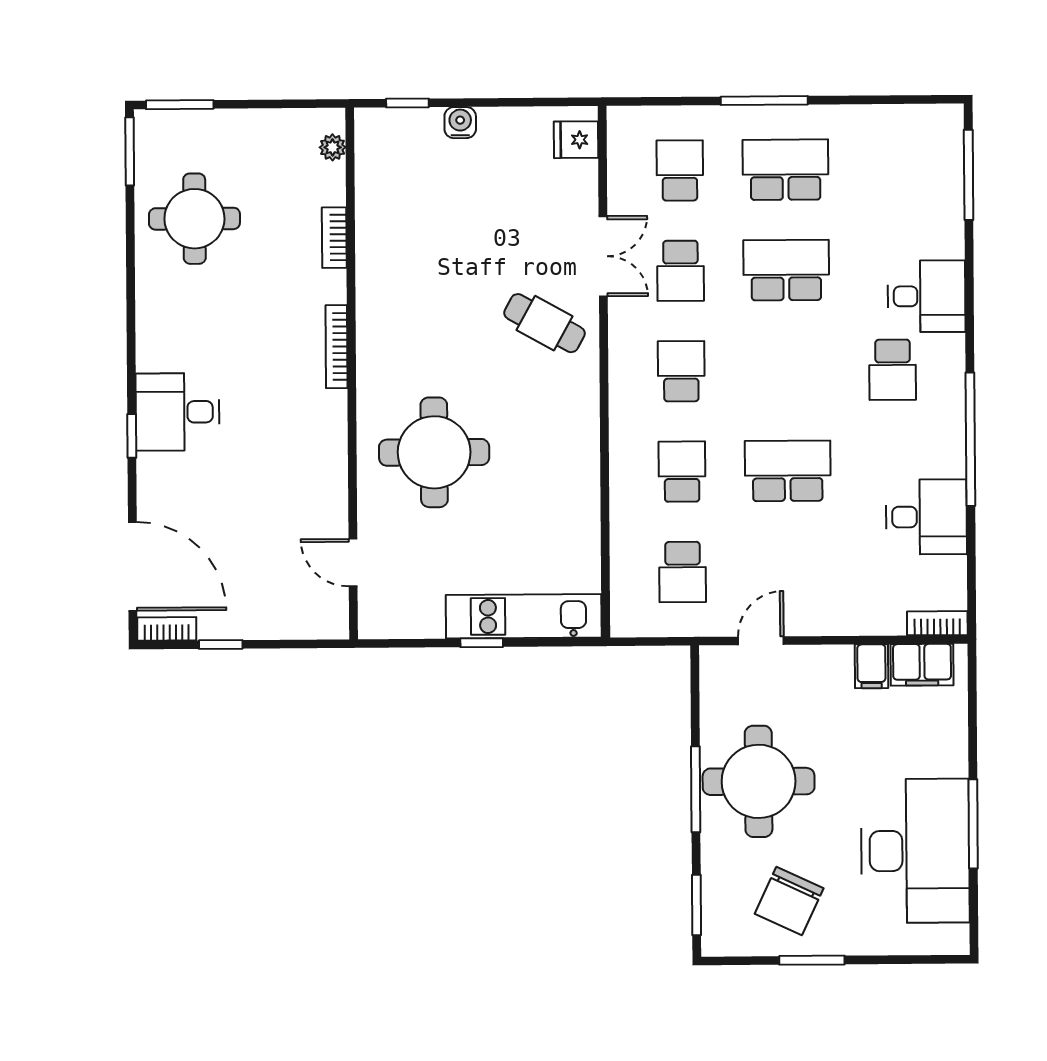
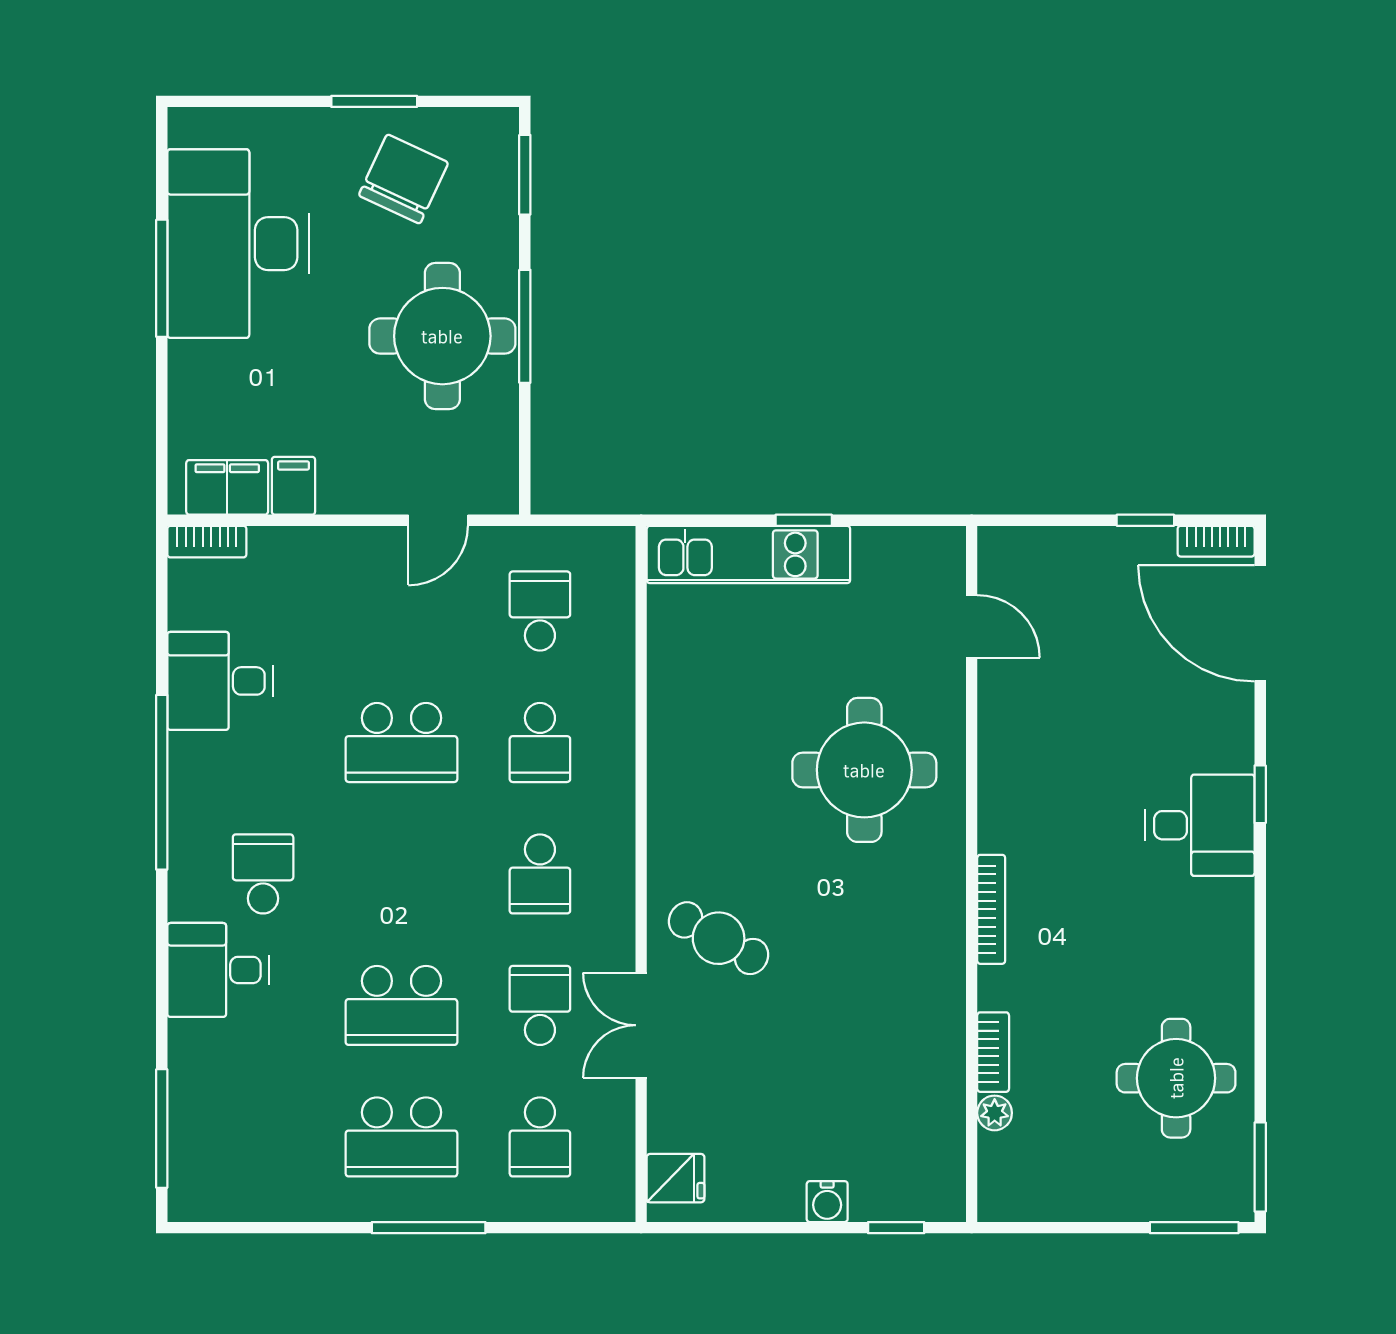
plant: (333, 147) -> (995, 1113), moved

